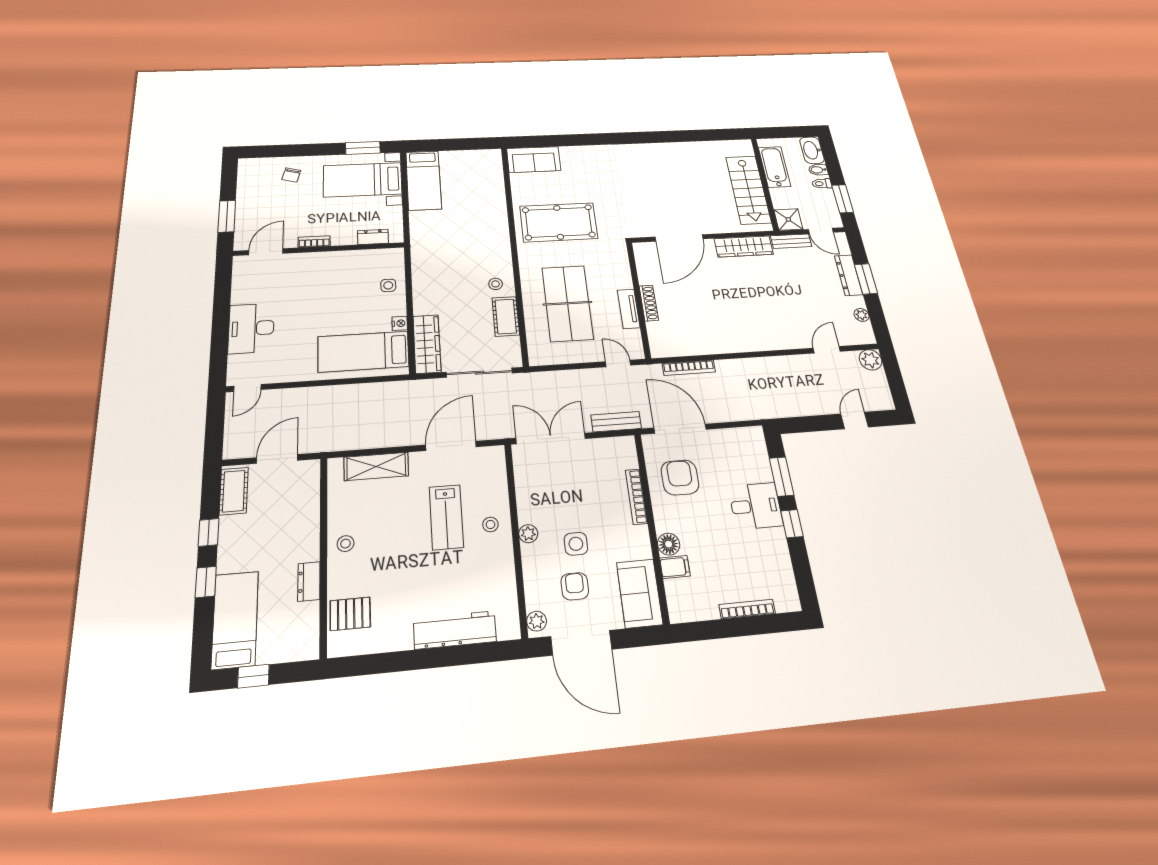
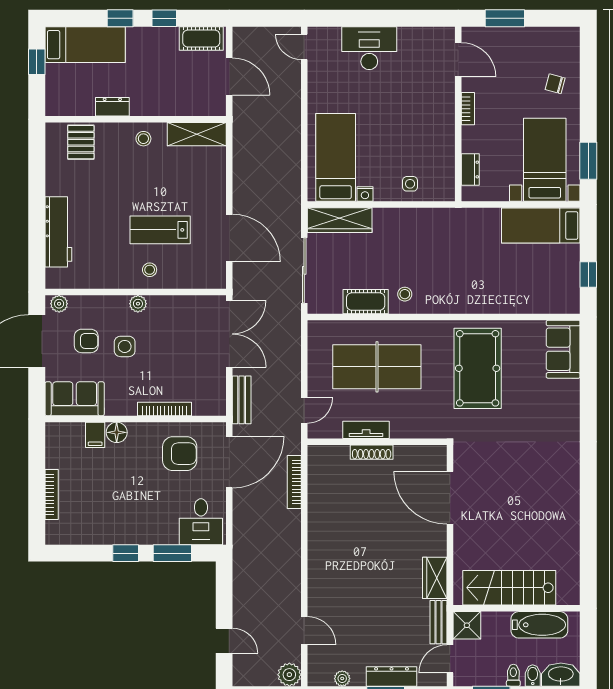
window: (466, 144) -> (588, 275), added
wardrobe: (744, 246) -> (435, 578), width x0.67
shelving: (376, 466) -> (197, 134), moved, turned 90
desk: (756, 506) -> (201, 522), moved

